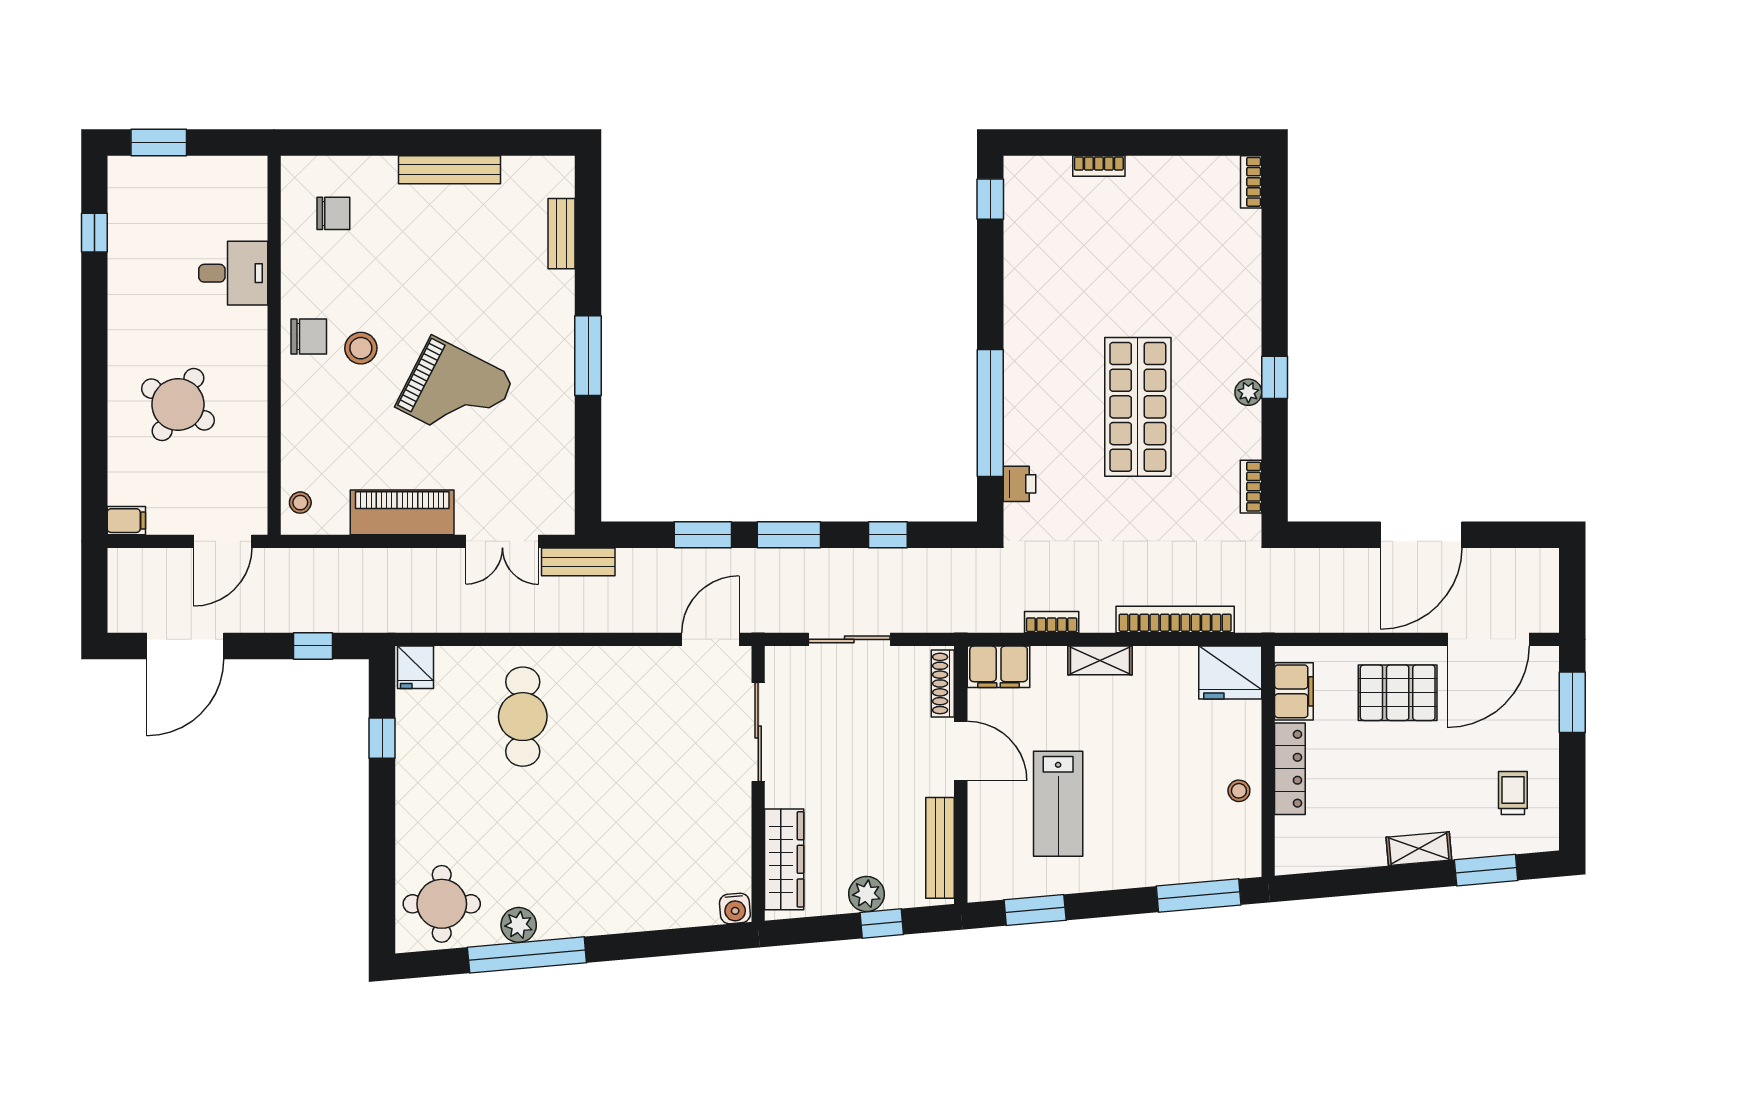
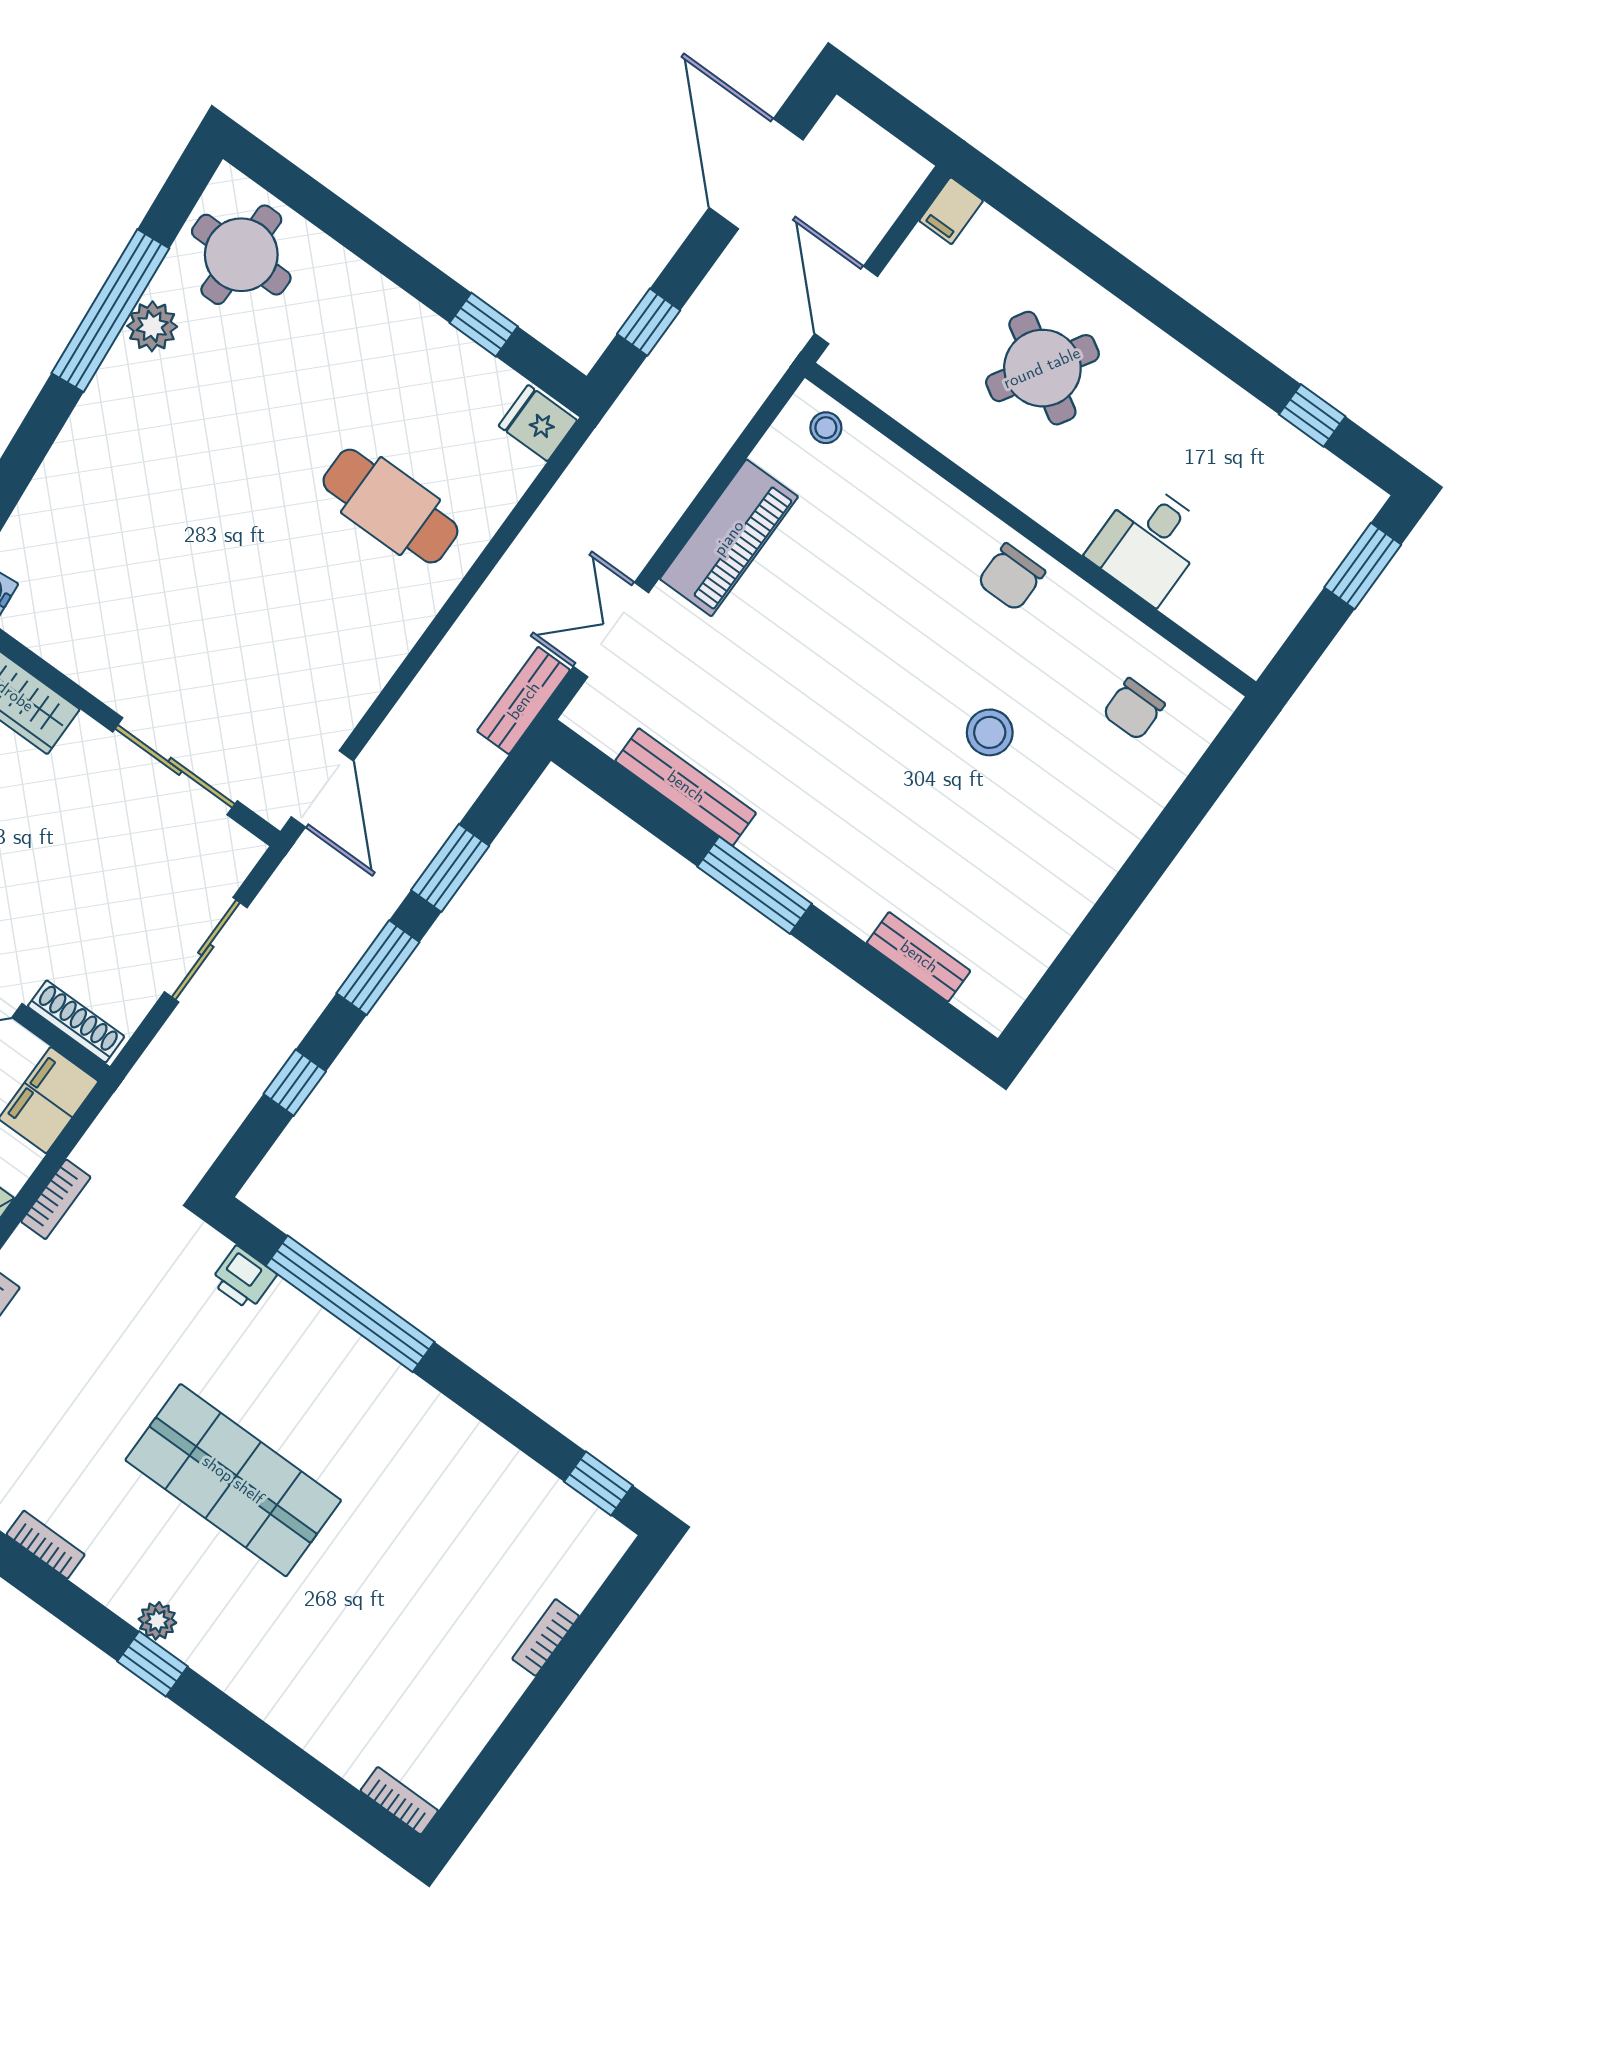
bench: (450, 170) -> (686, 787), moved, turned 90
stool: (361, 348) -> (990, 732), moved
grand piano: (455, 392) -> (824, 700), removed

